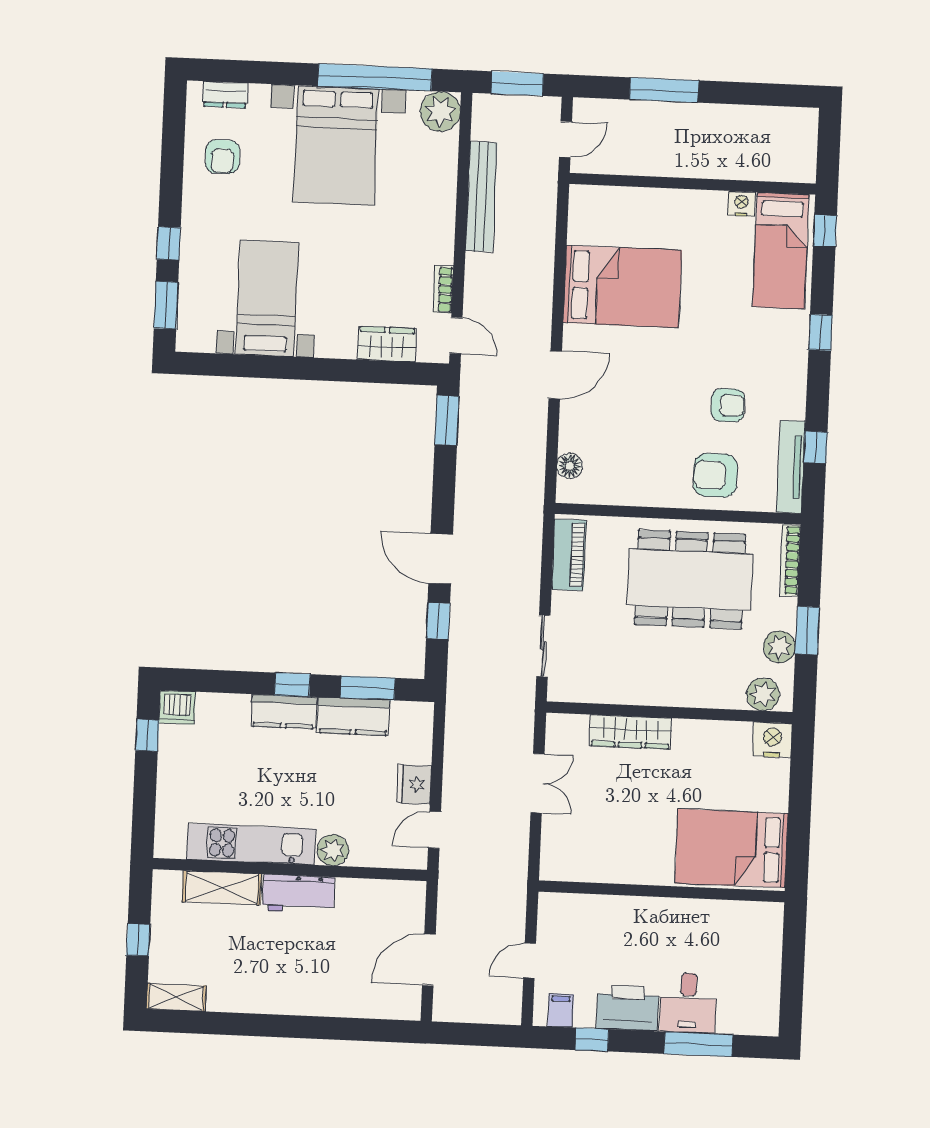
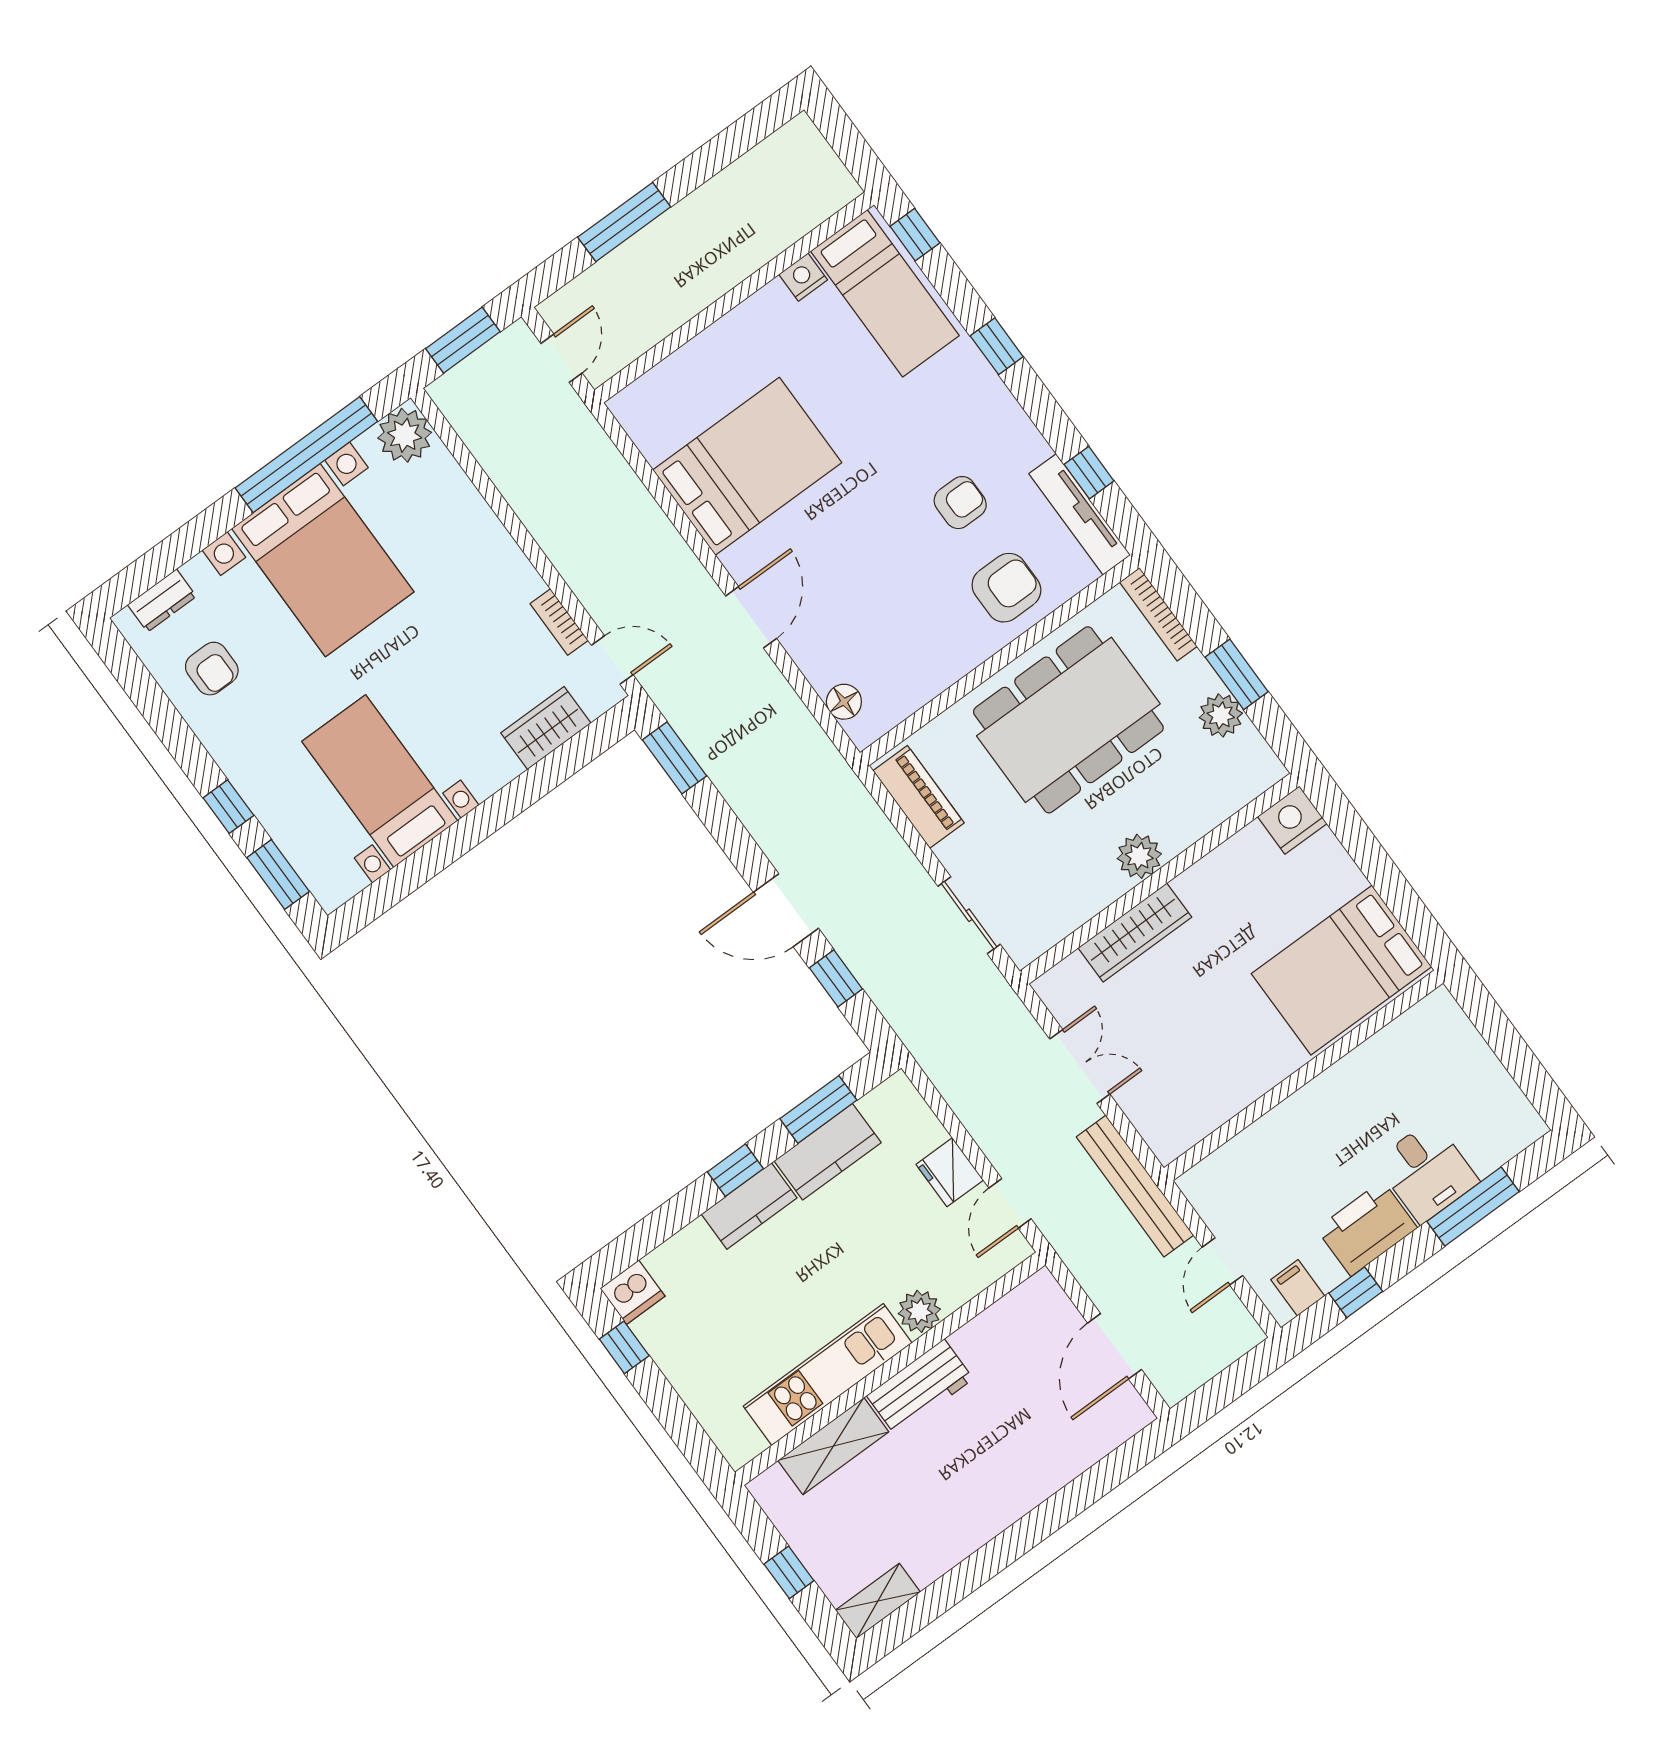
bench: (481, 197) -> (1135, 1186), moved
armchair: (715, 475) -> (1006, 588), turned 180
plant: (763, 694) -> (1139, 856), moved

